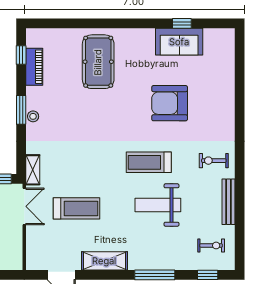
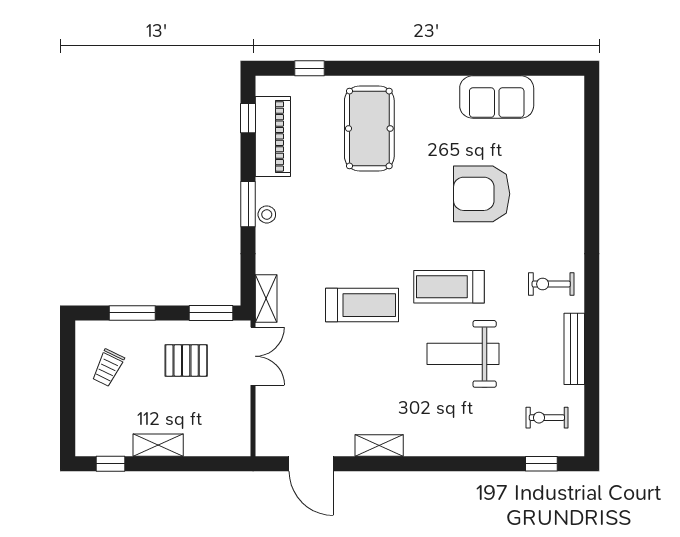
window: (182, 23) -> (309, 68), moved
piano: (34, 67) -> (273, 136), width x1.37, depth x1.33
treadmill: (76, 208) -> (362, 305), moved
exercise bike: (211, 245) -> (547, 418), turned 180
shelving: (104, 261) -> (379, 445), width x0.67, depth x0.75
window: (155, 275) -> (458, 464), removed

